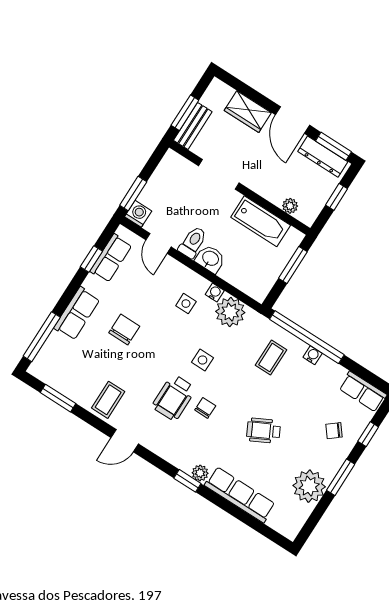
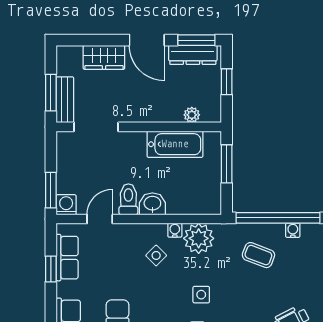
doorway: (219, 174) -> (96, 127), moved
door: (158, 243) -> (100, 219), swing flipped
side table: (186, 304) -> (156, 255), turned 45
coffee table: (271, 358) -> (258, 255), turned -69

